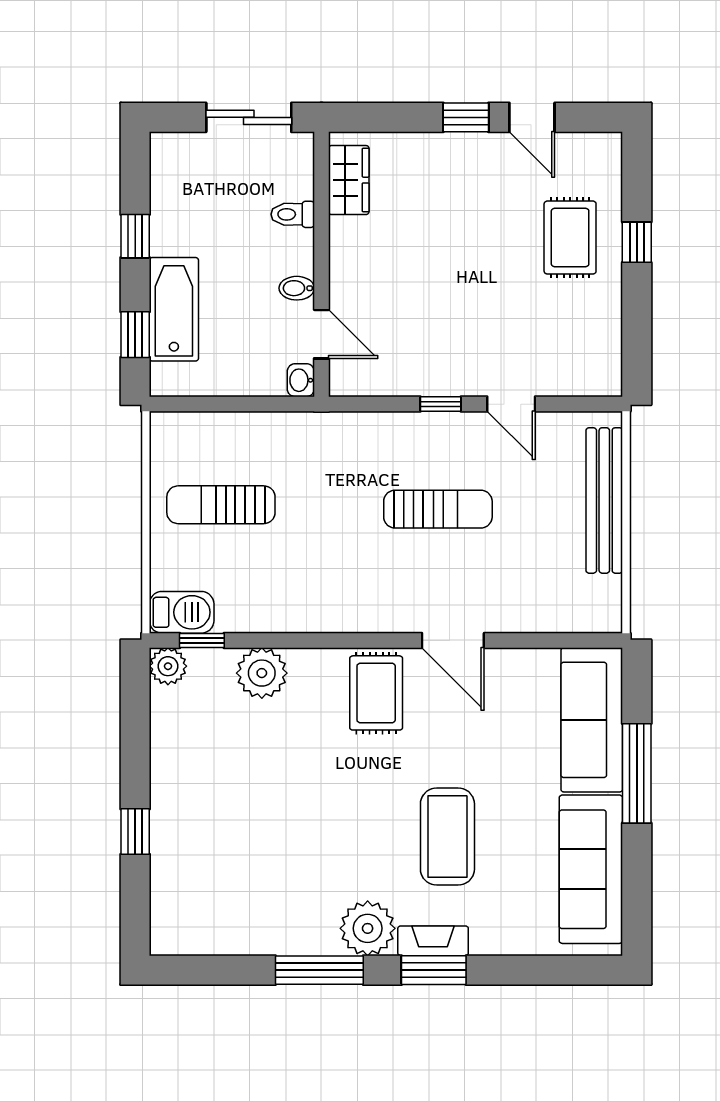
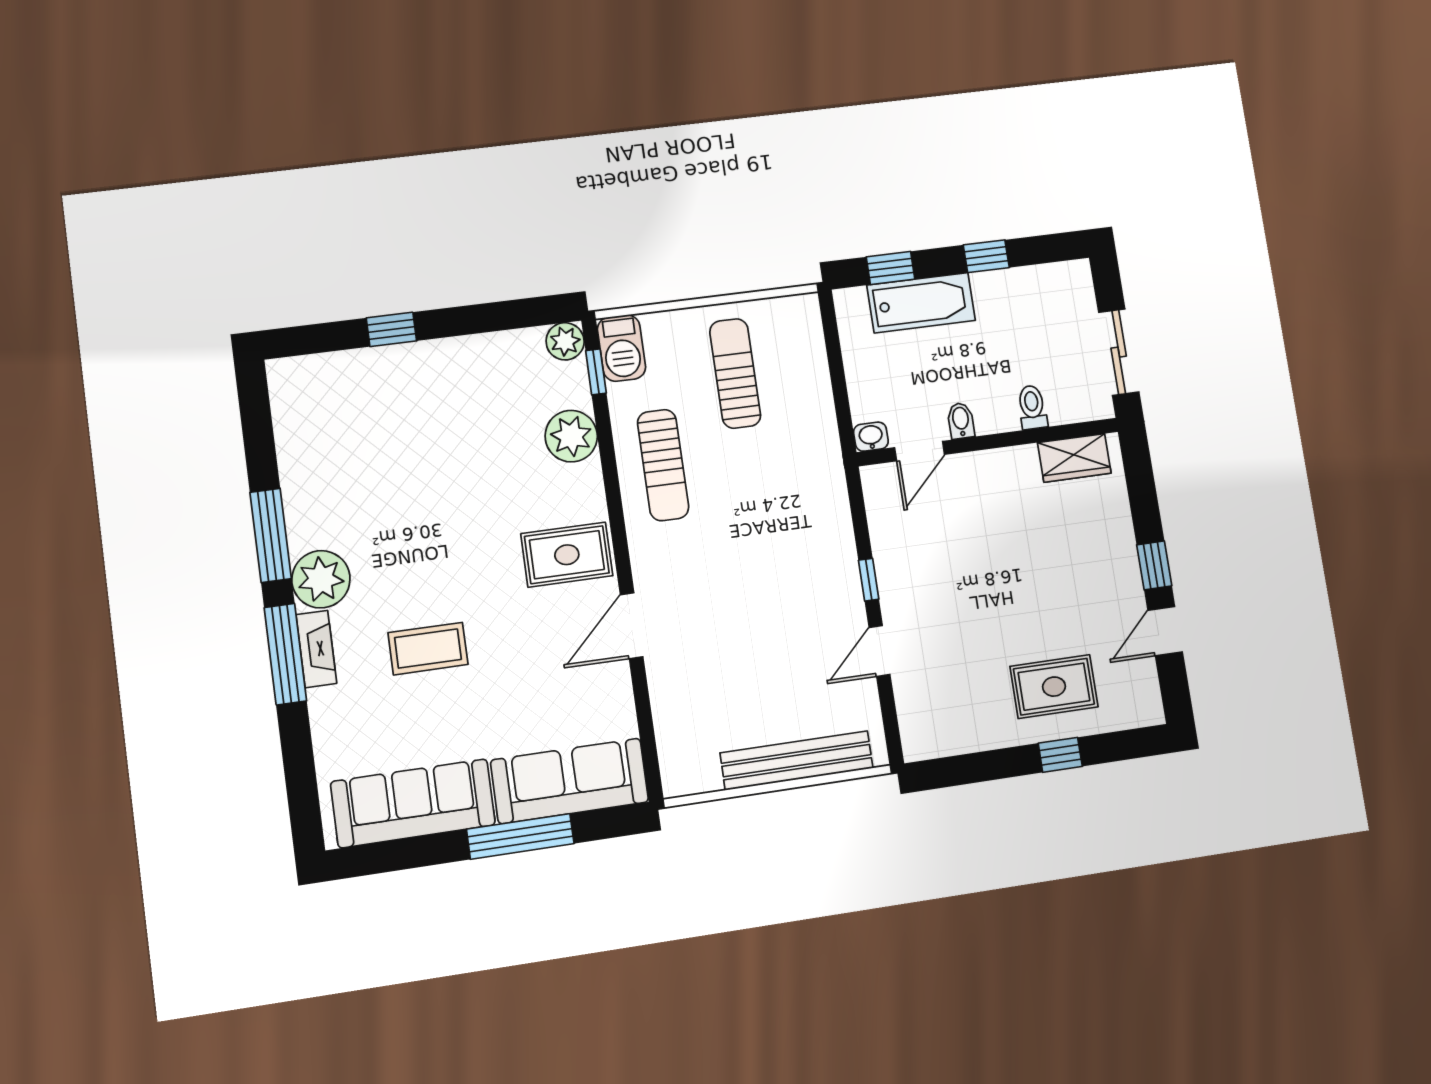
sun lounger: (438, 509) -> (663, 465), moved
coffee table: (447, 837) -> (428, 649), width x0.73, depth x0.76
window: (434, 970) -> (285, 654), width x1.44

